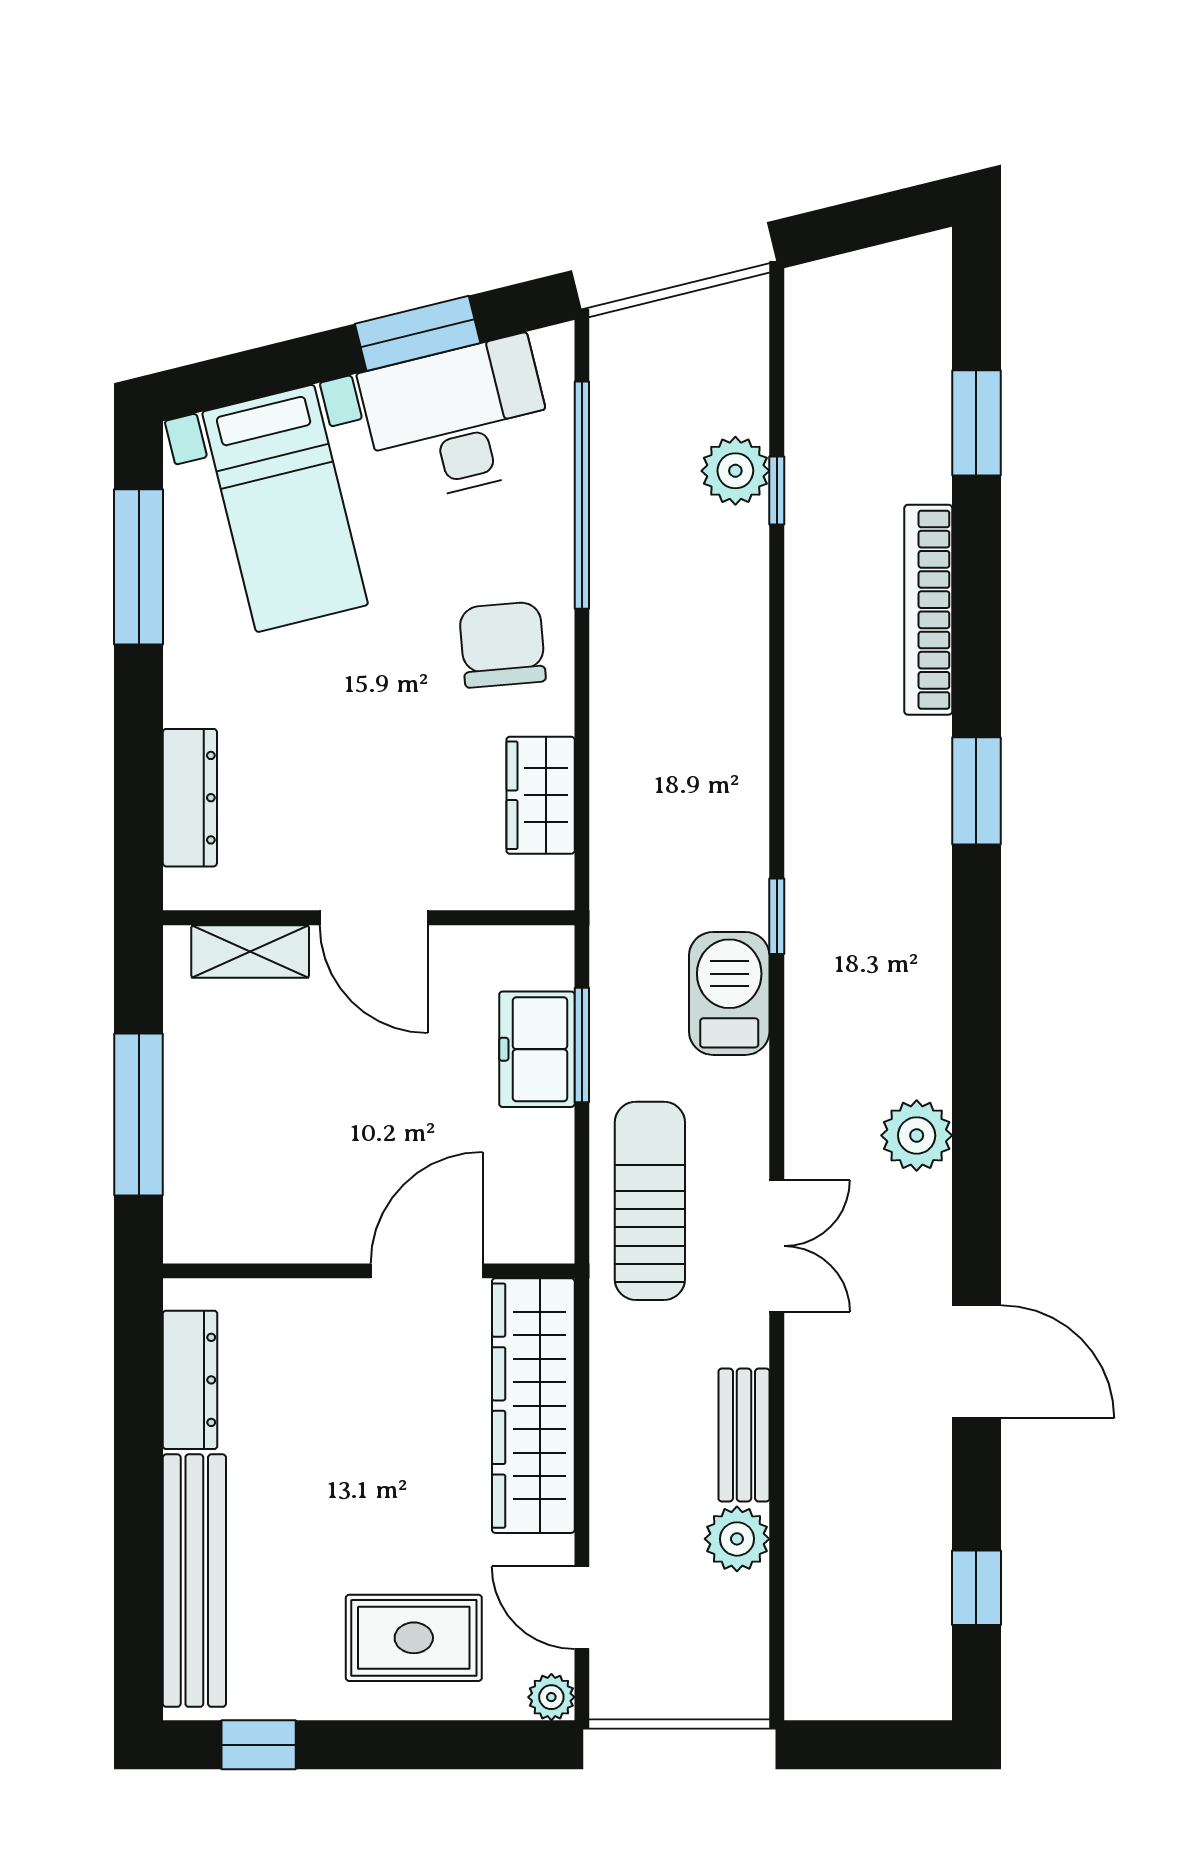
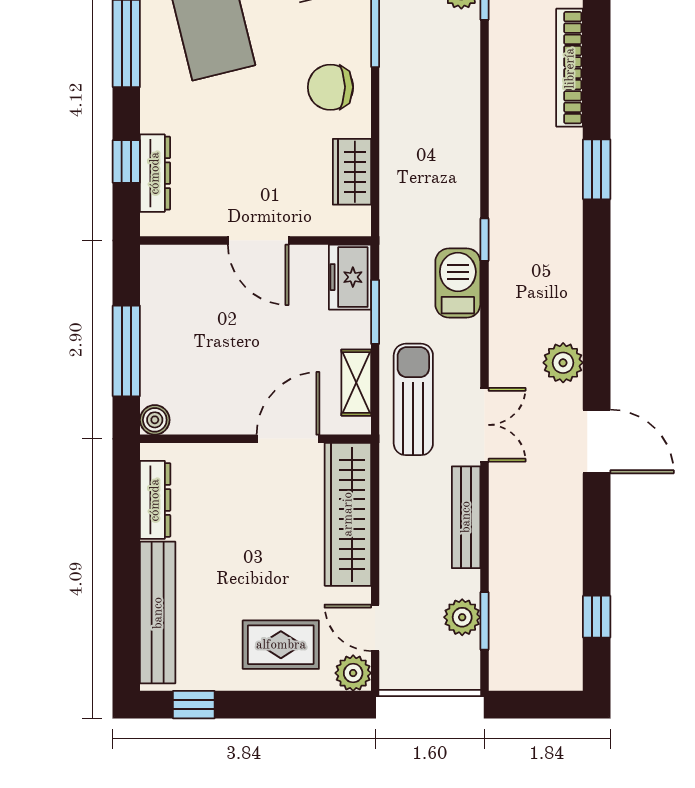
chair: (502, 645) -> (330, 87), turned -85
window: (139, 777) -> (126, 161), added
shelving: (250, 951) -> (356, 383), moved, turned 90
freezer: (537, 1049) -> (350, 277), moved
boiler: (189, 1237) -> (155, 420), added
door: (976, 1362) -> (597, 441), moved
bench: (744, 1435) -> (466, 517), width x1.36
plant: (737, 1539) -> (462, 617), moved
window: (777, 1595) -> (484, 621), added
plant: (551, 1697) -> (353, 673), width x1.38, depth x1.38

